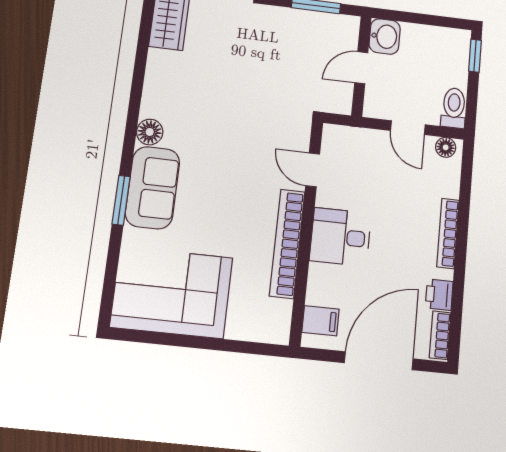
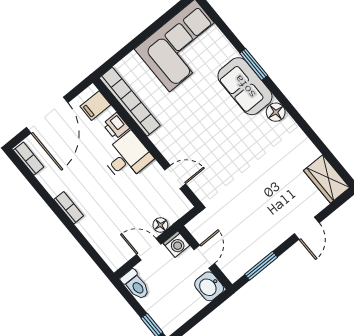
washing machine: (376, 106) -> (176, 244), added
floor lamp: (446, 147) -> (160, 225), moved
bookcase: (448, 233) -> (69, 208), width x0.64
bookcase: (287, 243) -> (130, 102), moved
printer: (439, 295) -> (116, 126), moved, turned 180

